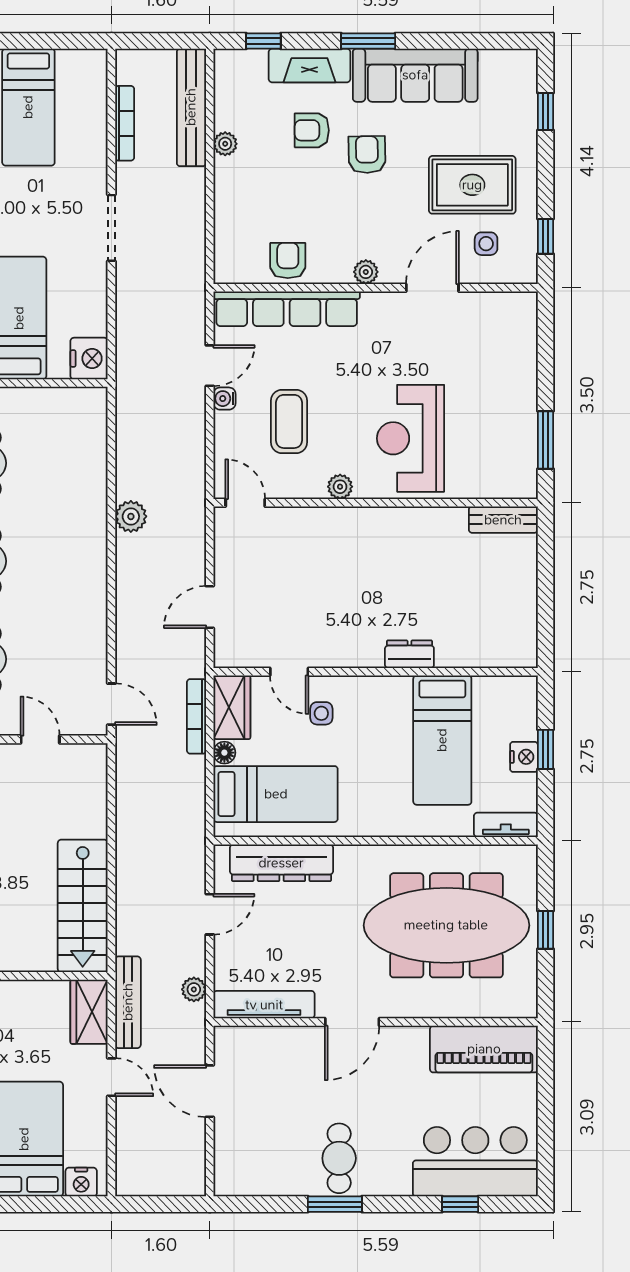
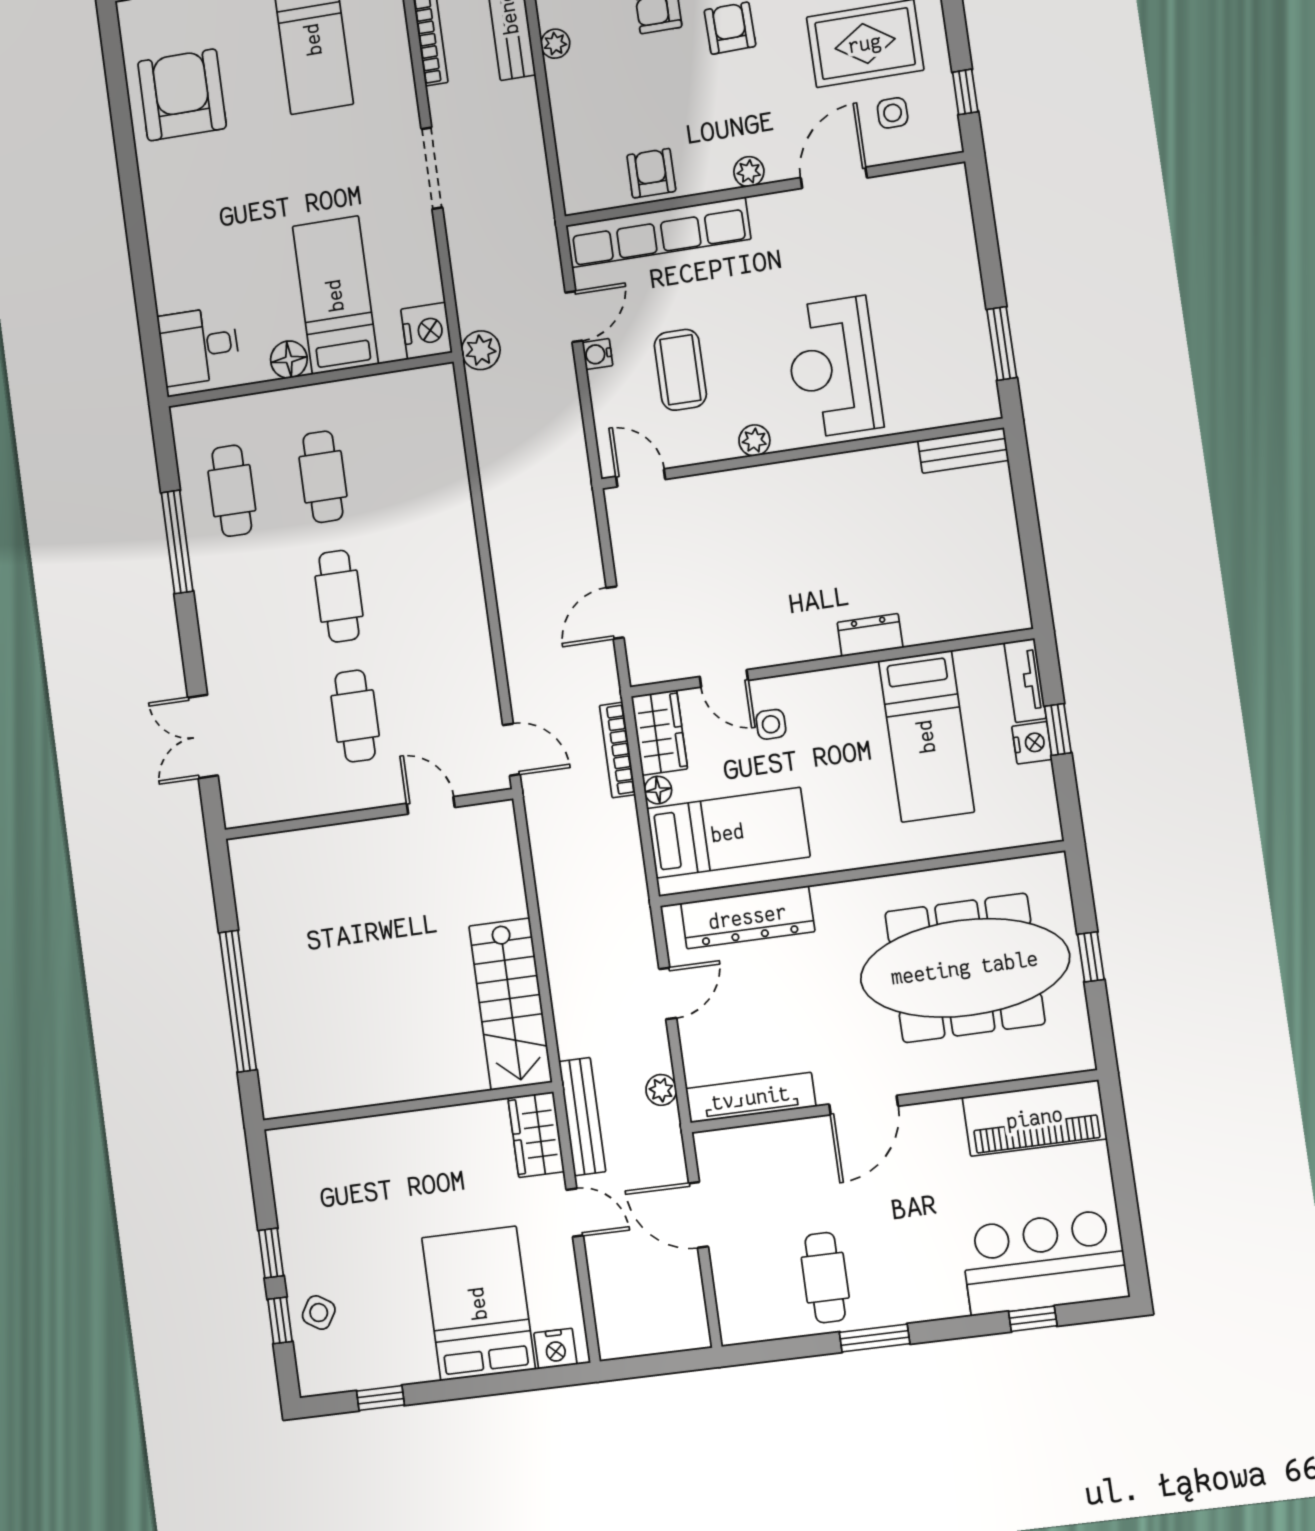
plant: (131, 516) -> (481, 350), moved
tv unit: (506, 825) -> (1025, 680), moved, turned -90
cafe table: (339, 1158) -> (825, 1278), moved

